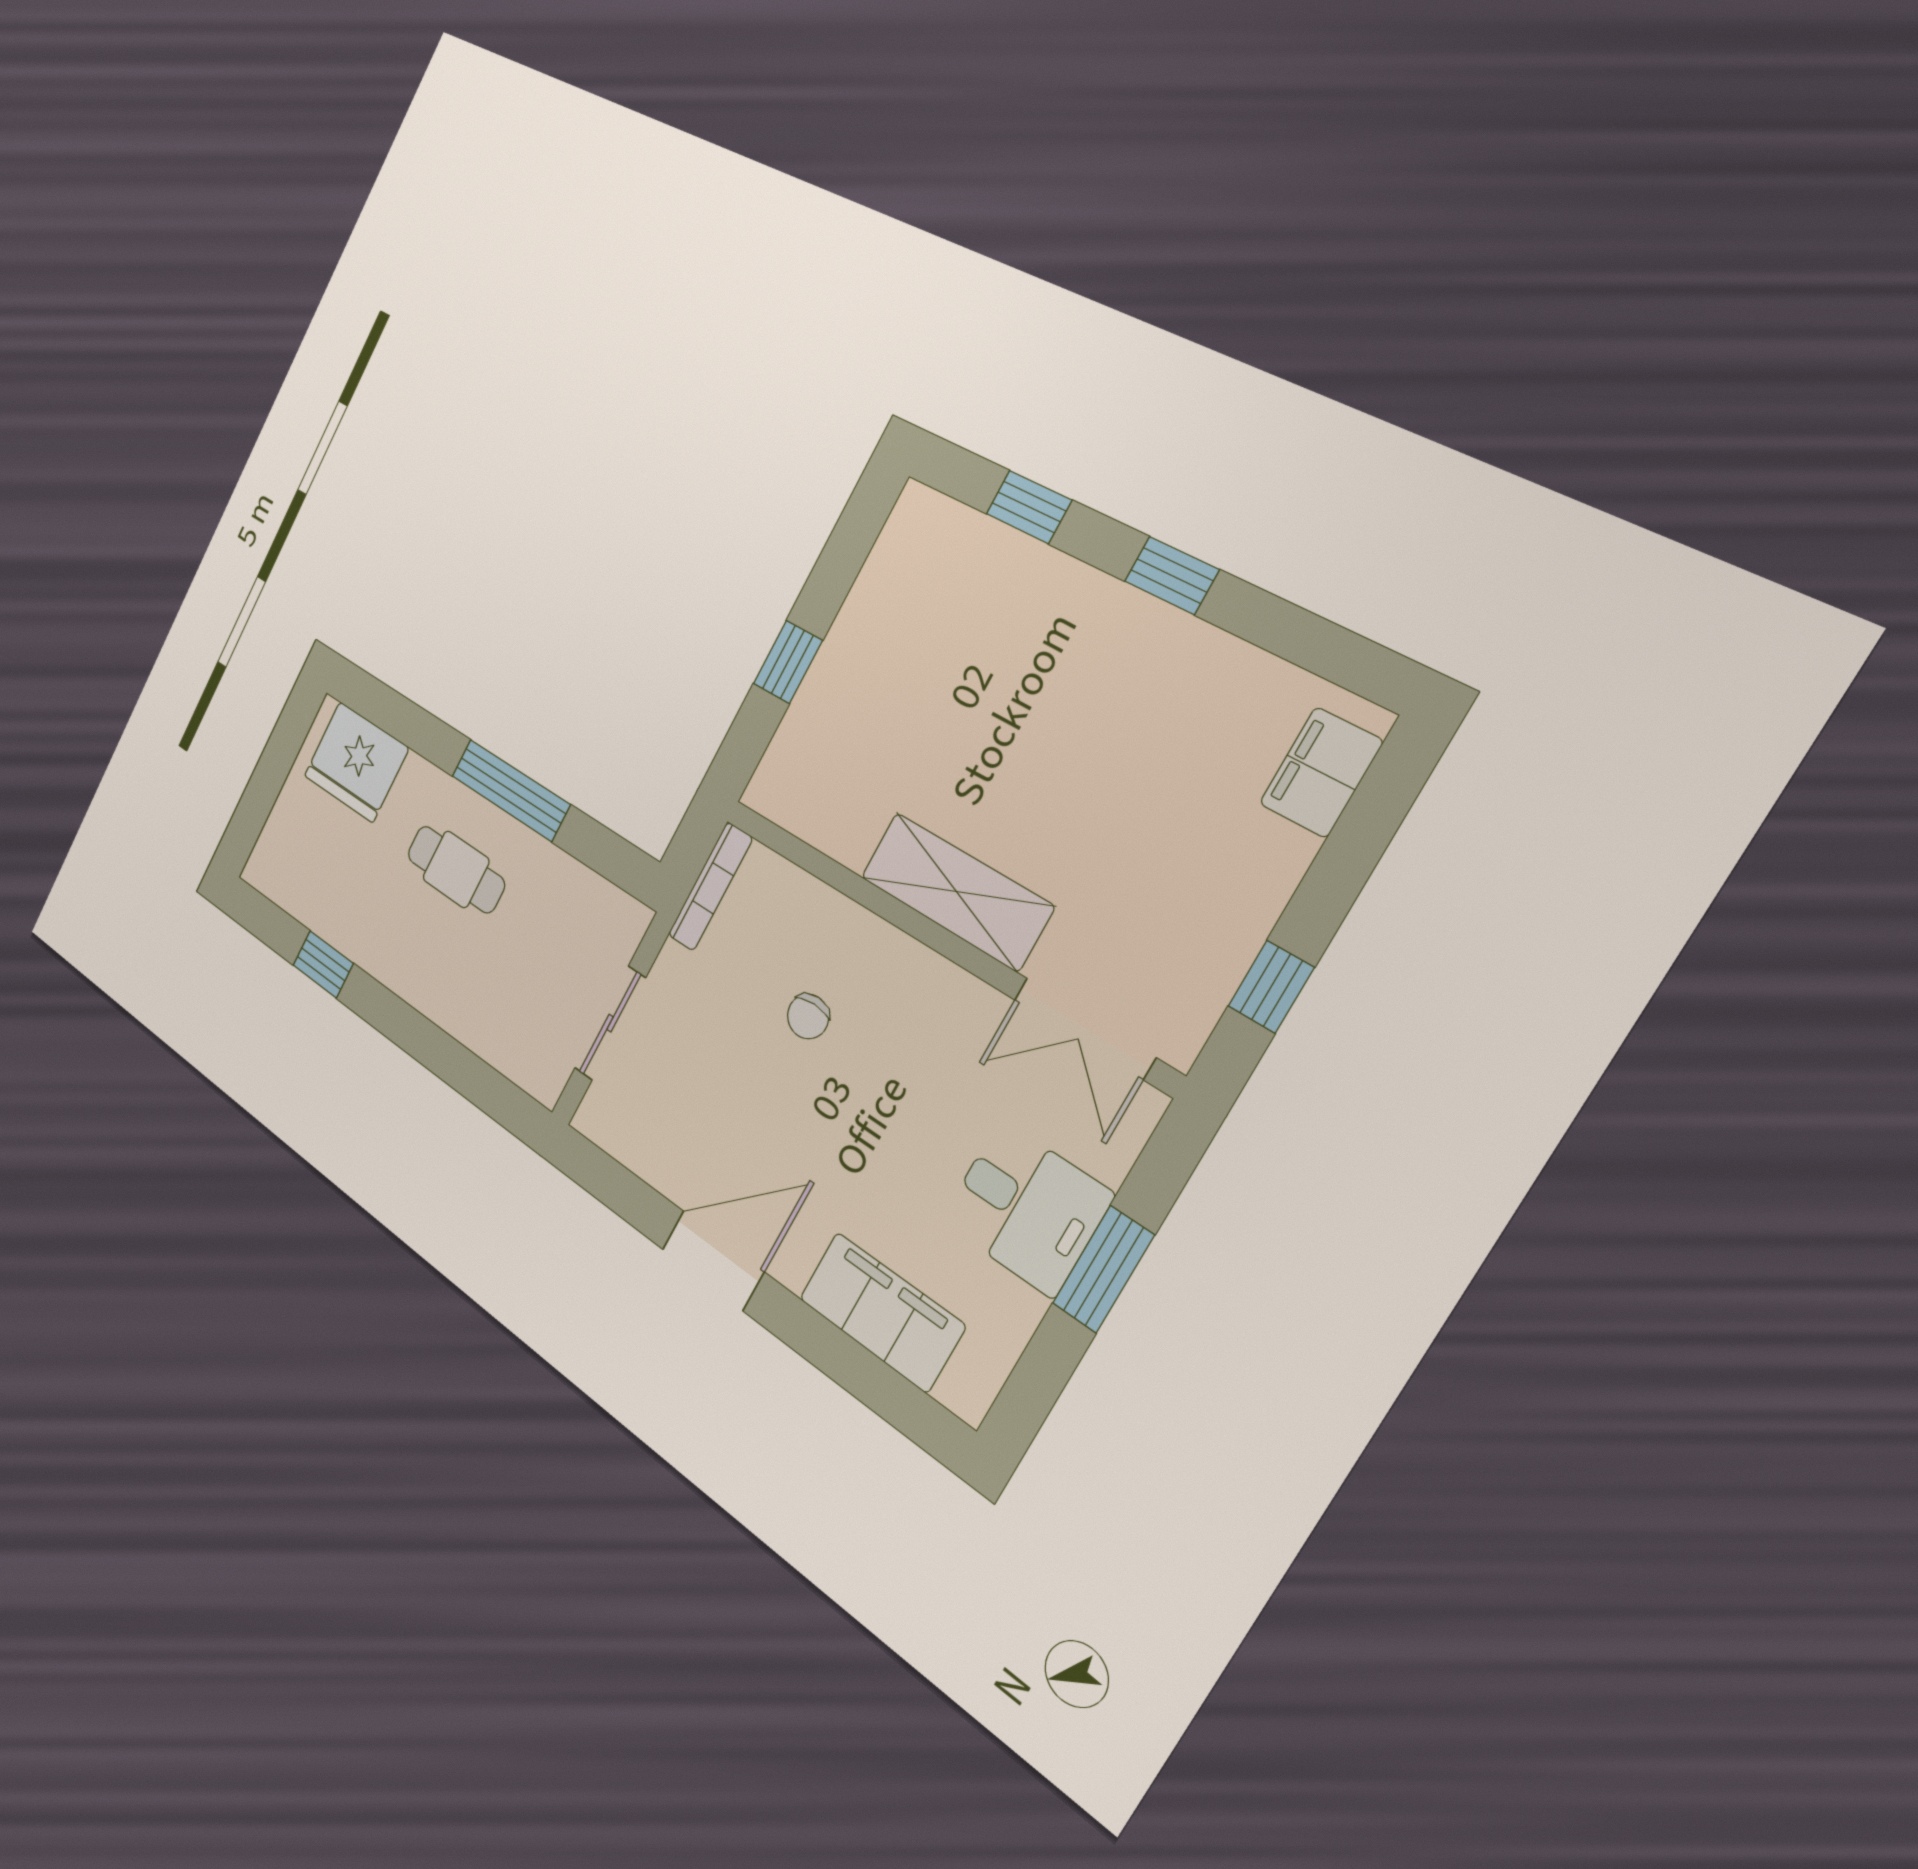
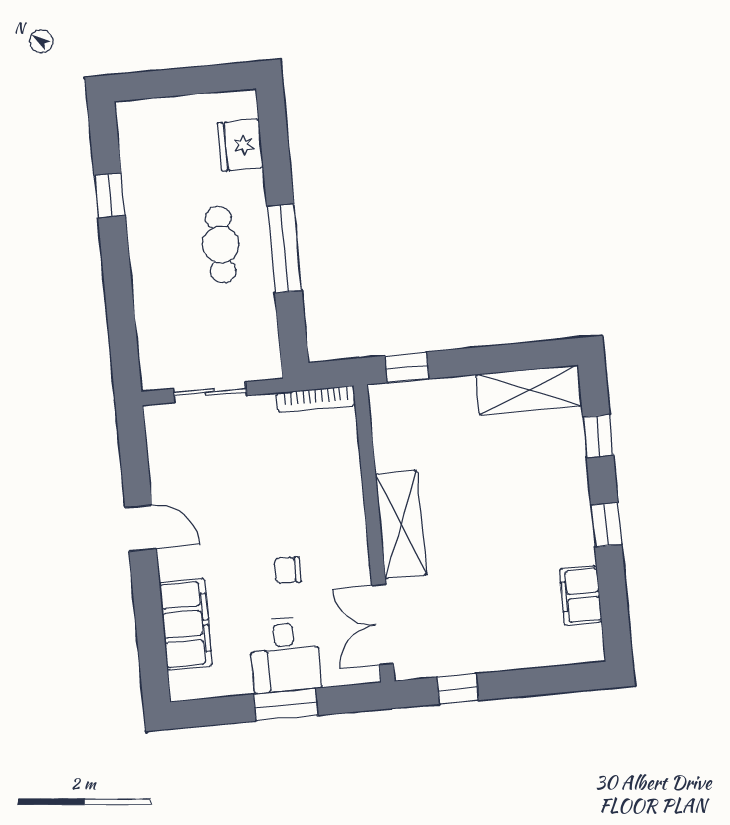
shelving: (896, 572) -> (529, 390), added
window: (788, 662) -> (407, 367), moved
fridge: (356, 762) -> (240, 145), width x0.73, depth x0.75
filing cabinet: (1321, 772) -> (581, 595), moved, turned -90
chair: (808, 1016) -> (288, 570), moved
door: (713, 1260) -> (141, 528), width x0.73

